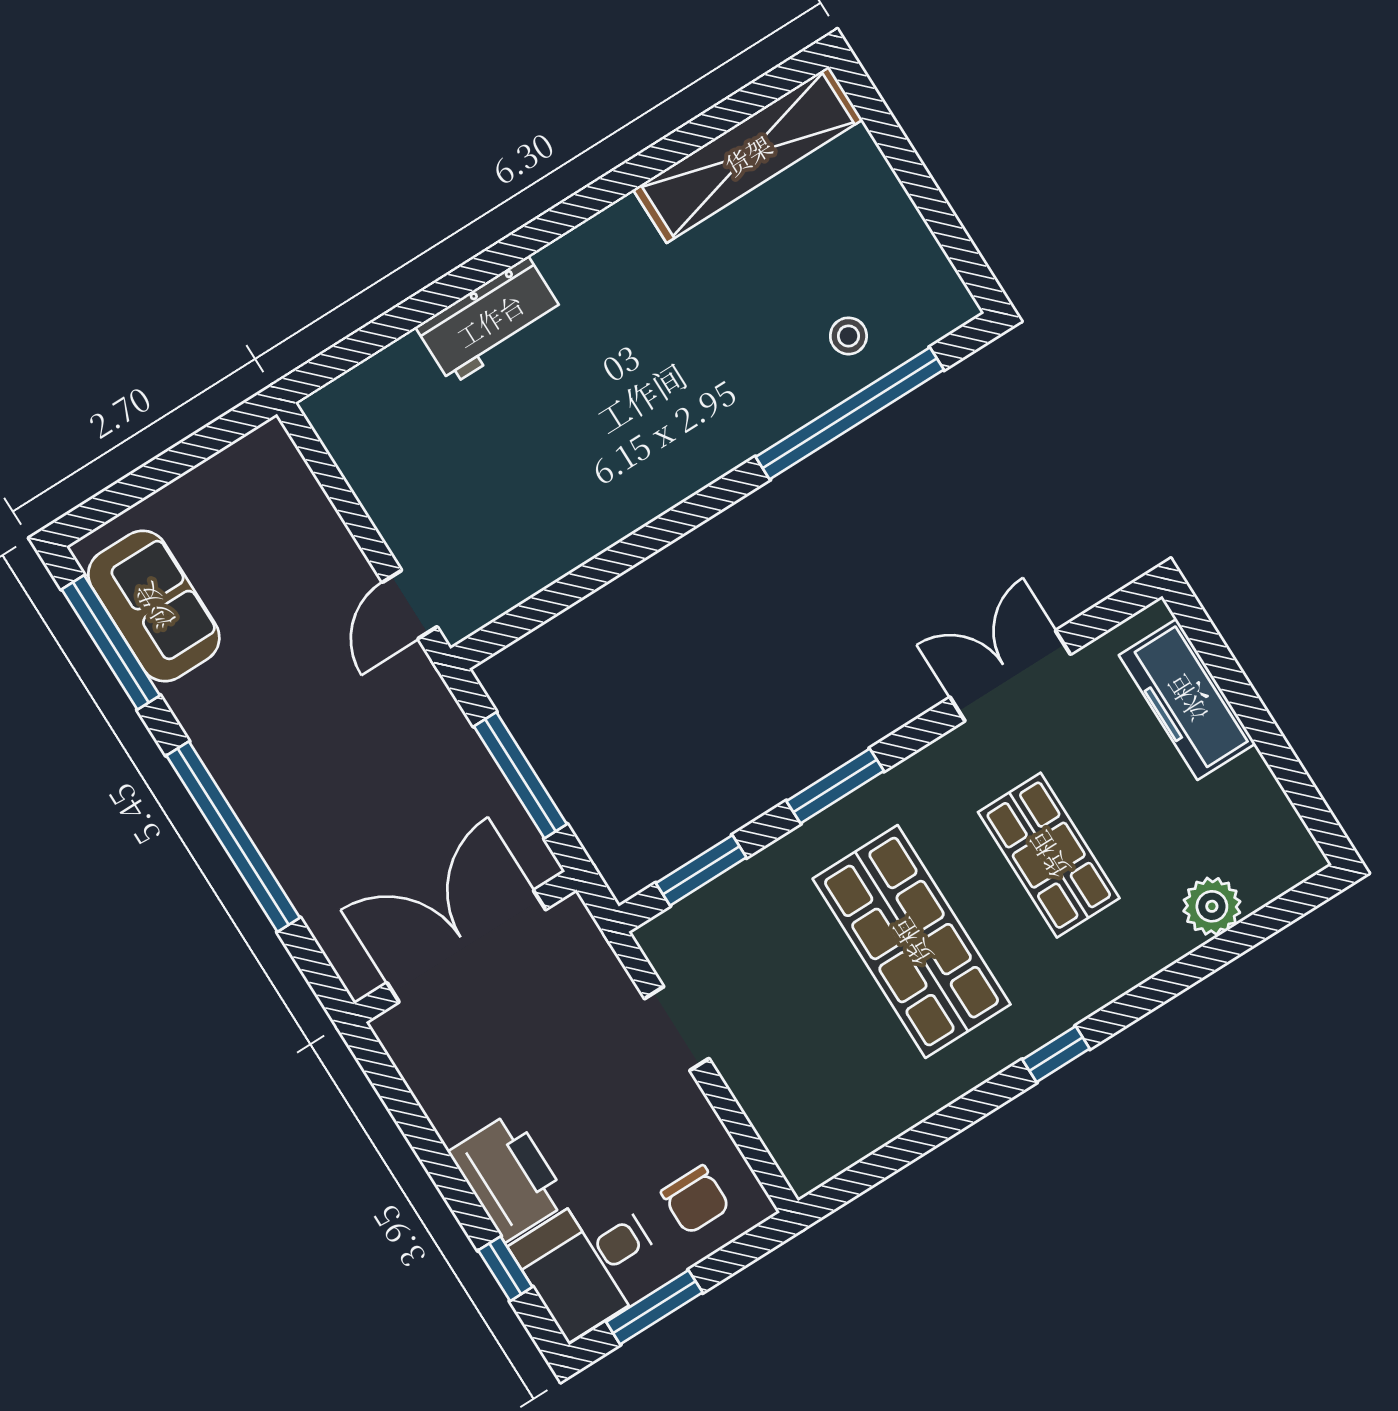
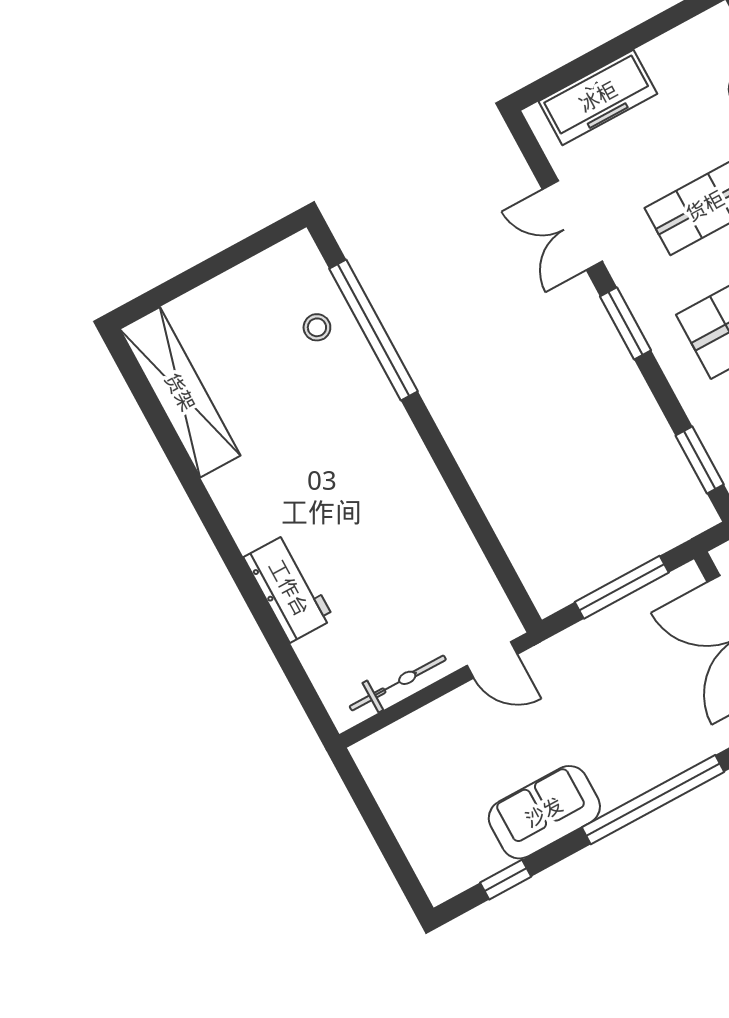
bicycle: (370, 478) -> (398, 683), added
sofa: (154, 606) -> (544, 812), moved
window: (111, 642) -> (506, 880), width x0.46
window: (835, 786) -> (626, 323), moved

